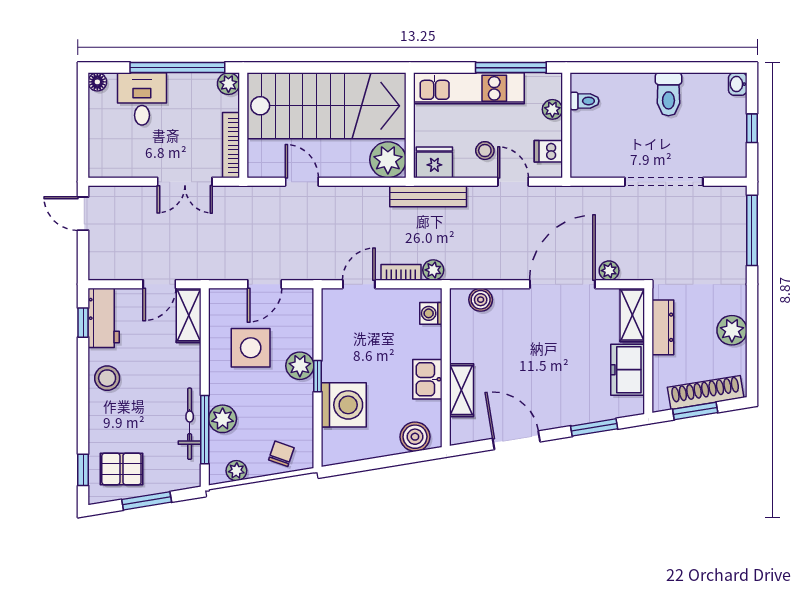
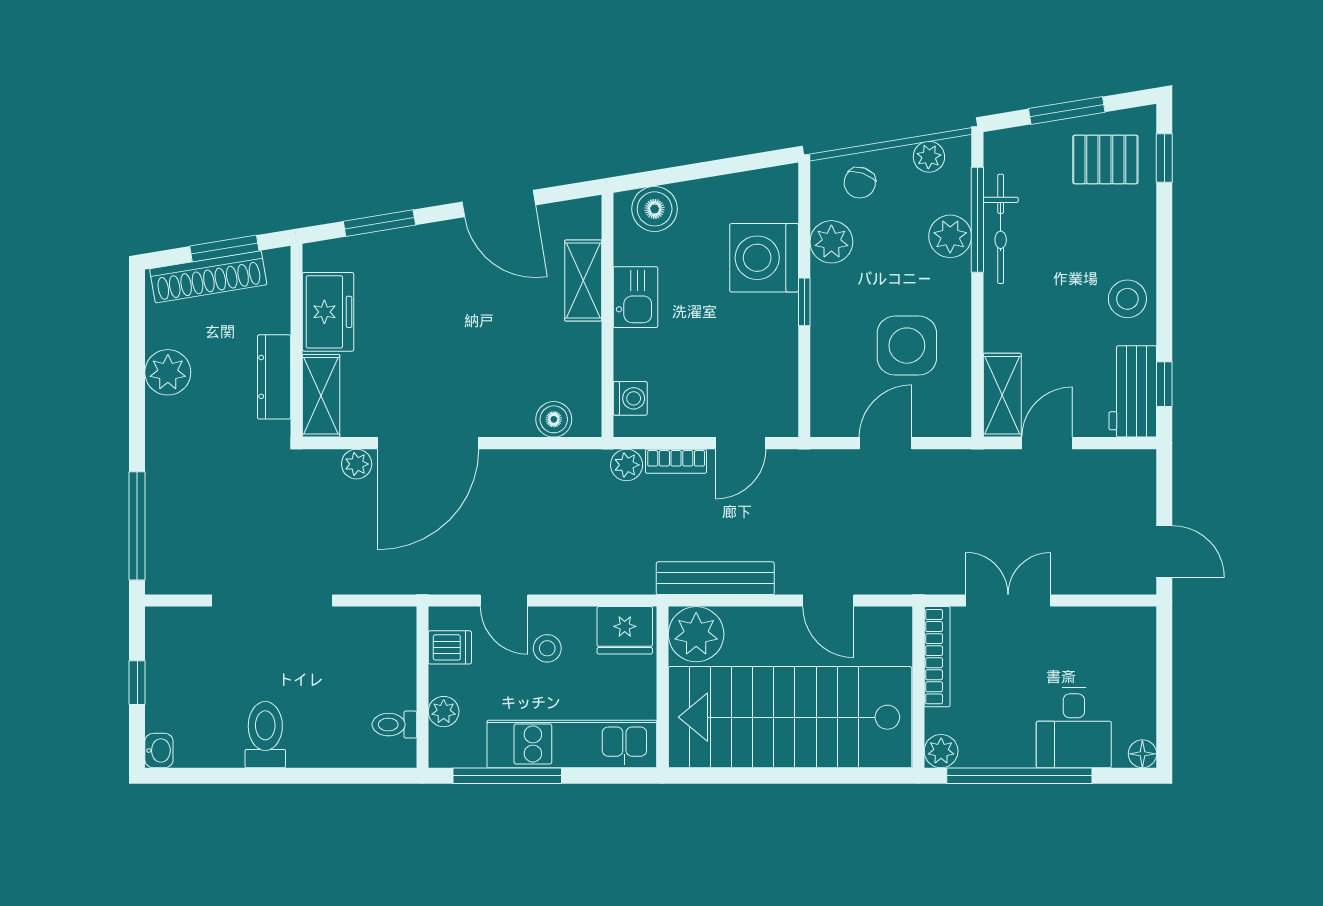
bench: (428, 196) -> (715, 578), moved
plant: (300, 366) -> (831, 242), moved

